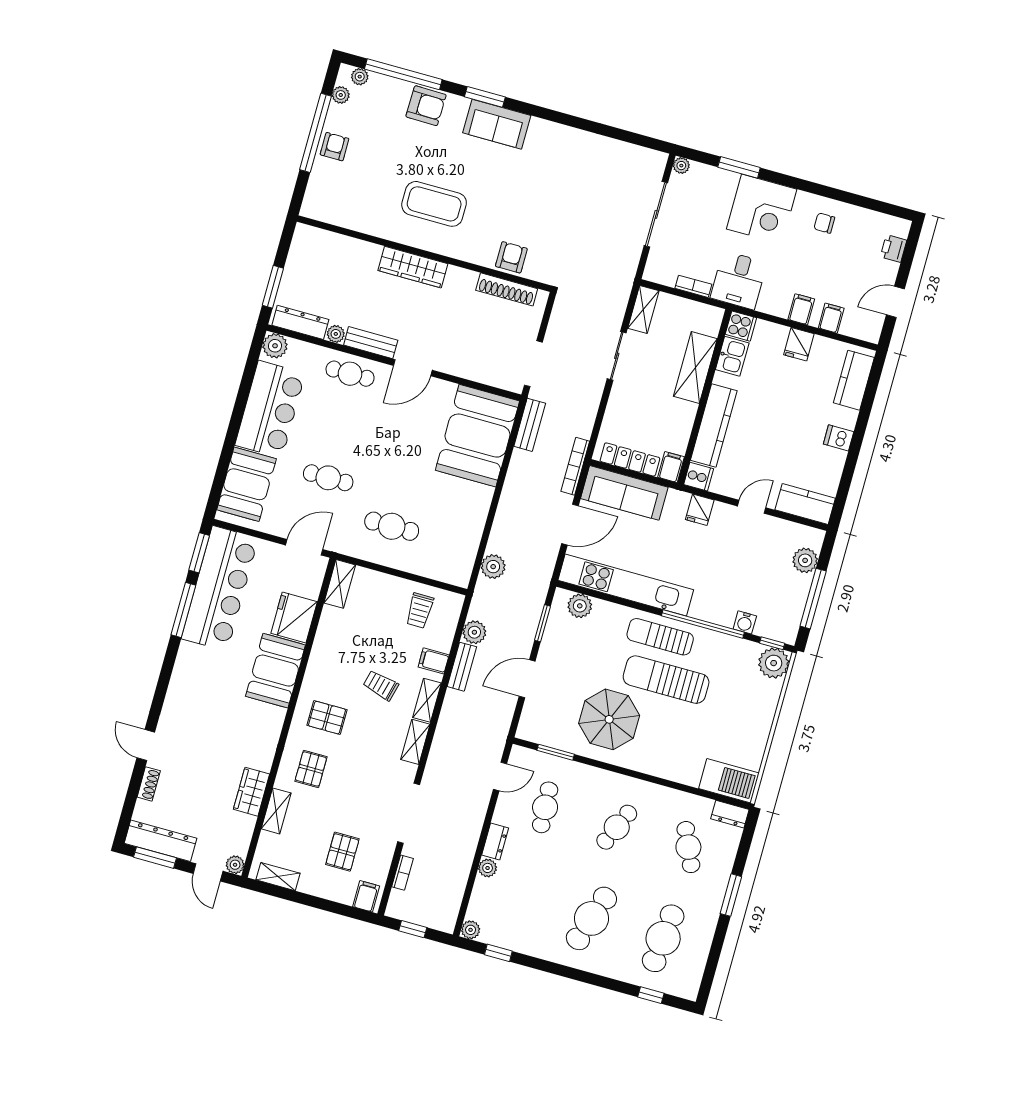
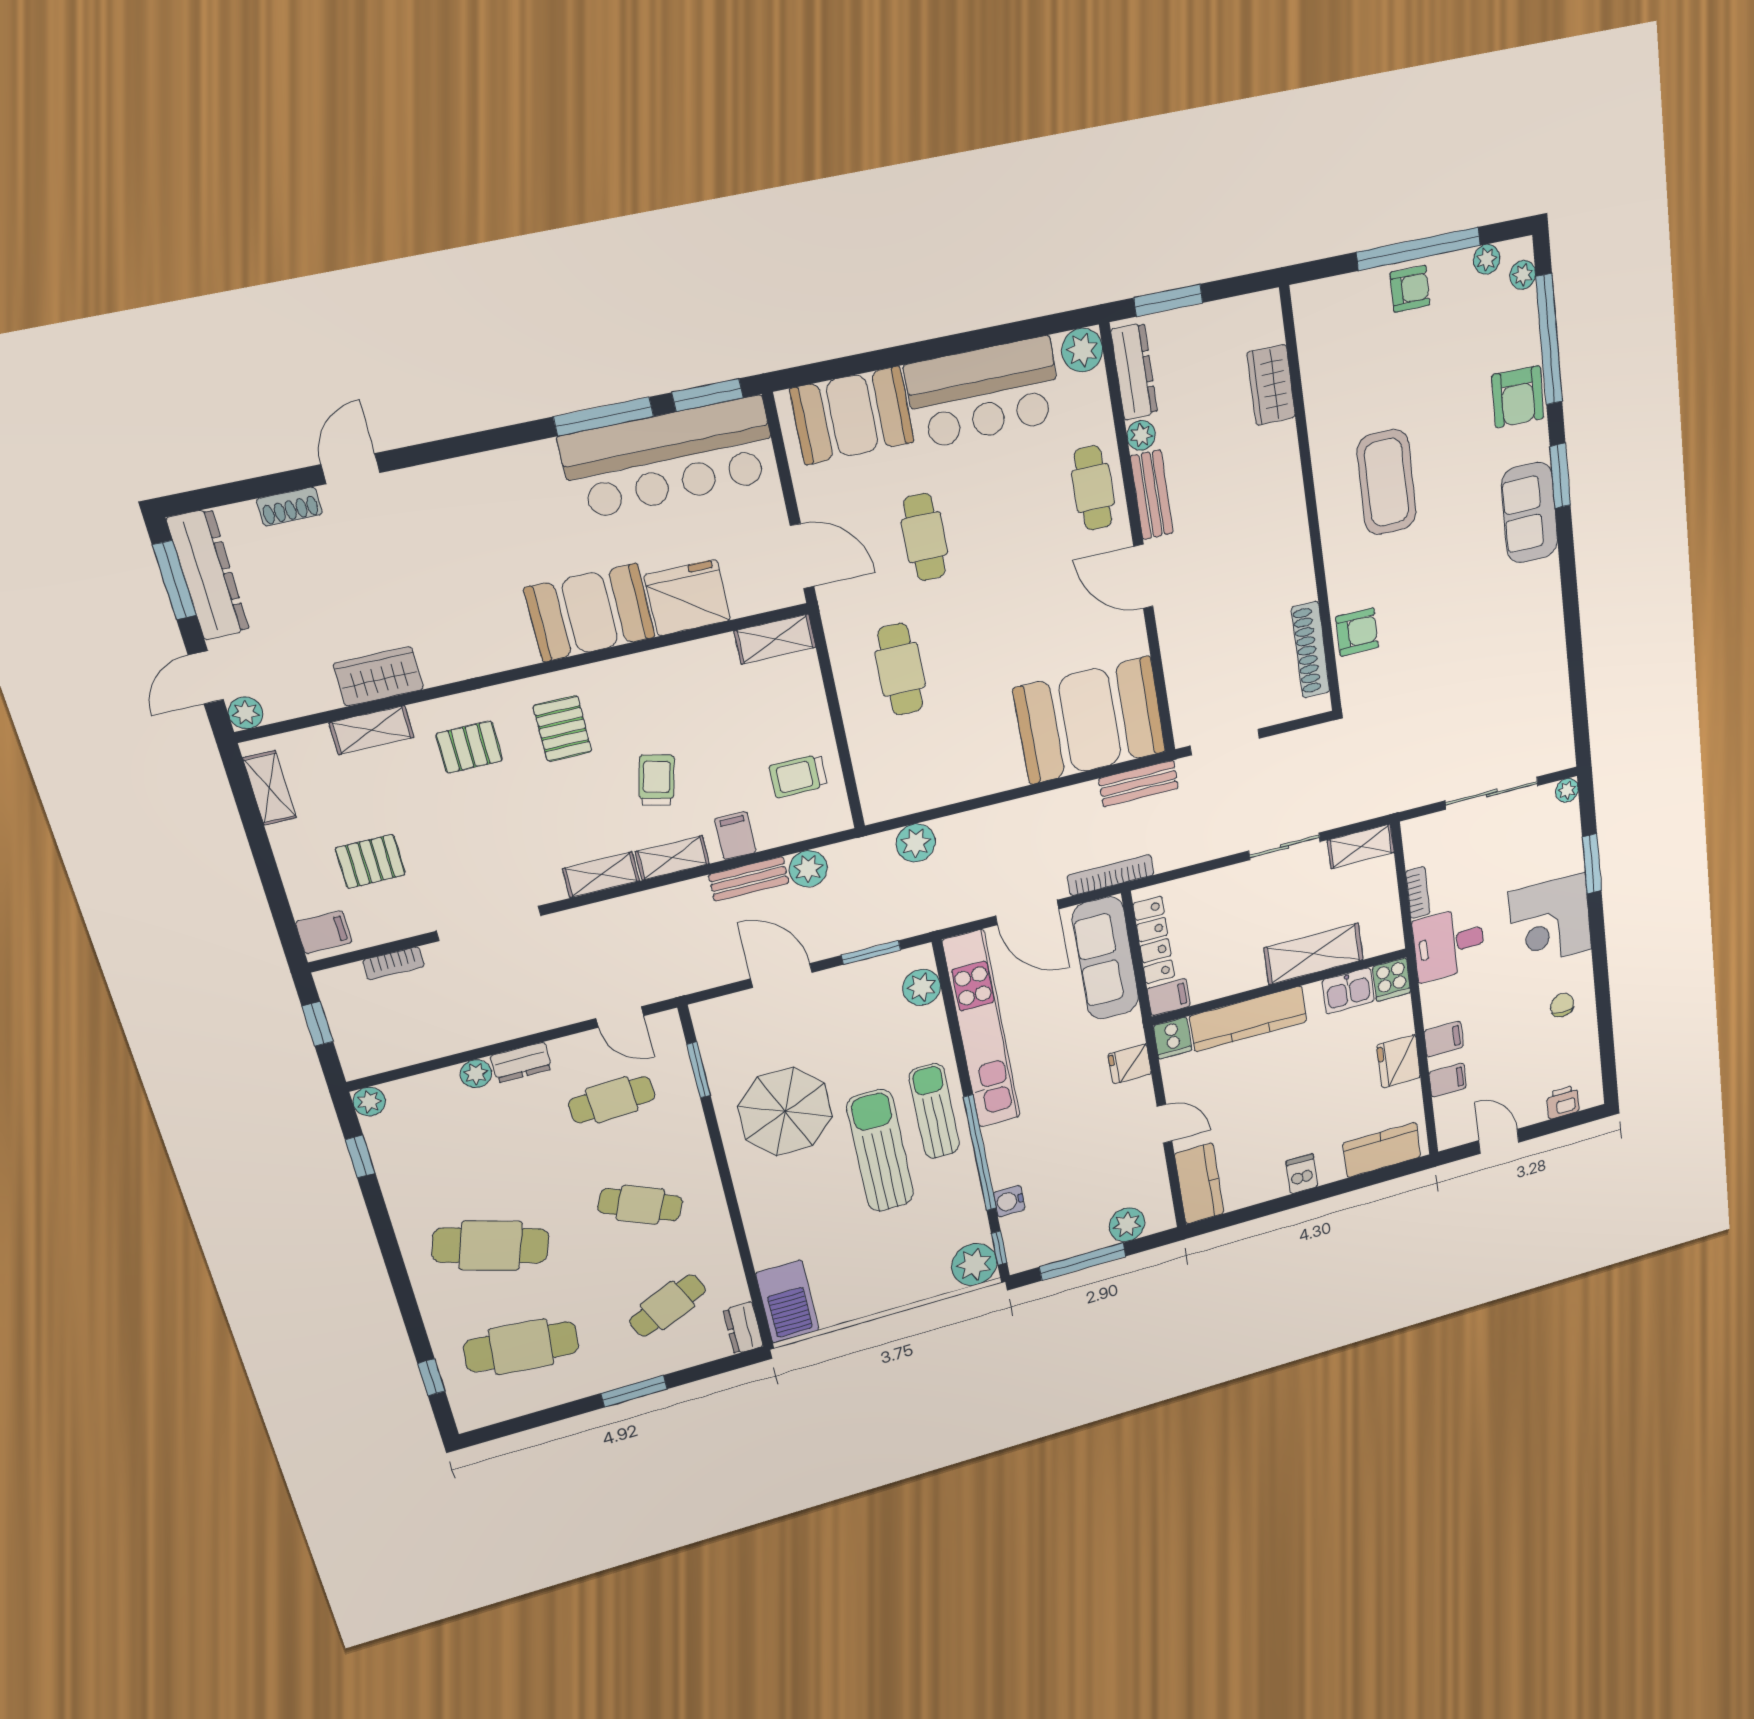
wardrobe: (413, 267) -> (1271, 385), moved, width x0.67
fridge: (799, 344) -> (1399, 1061), width x1.38

